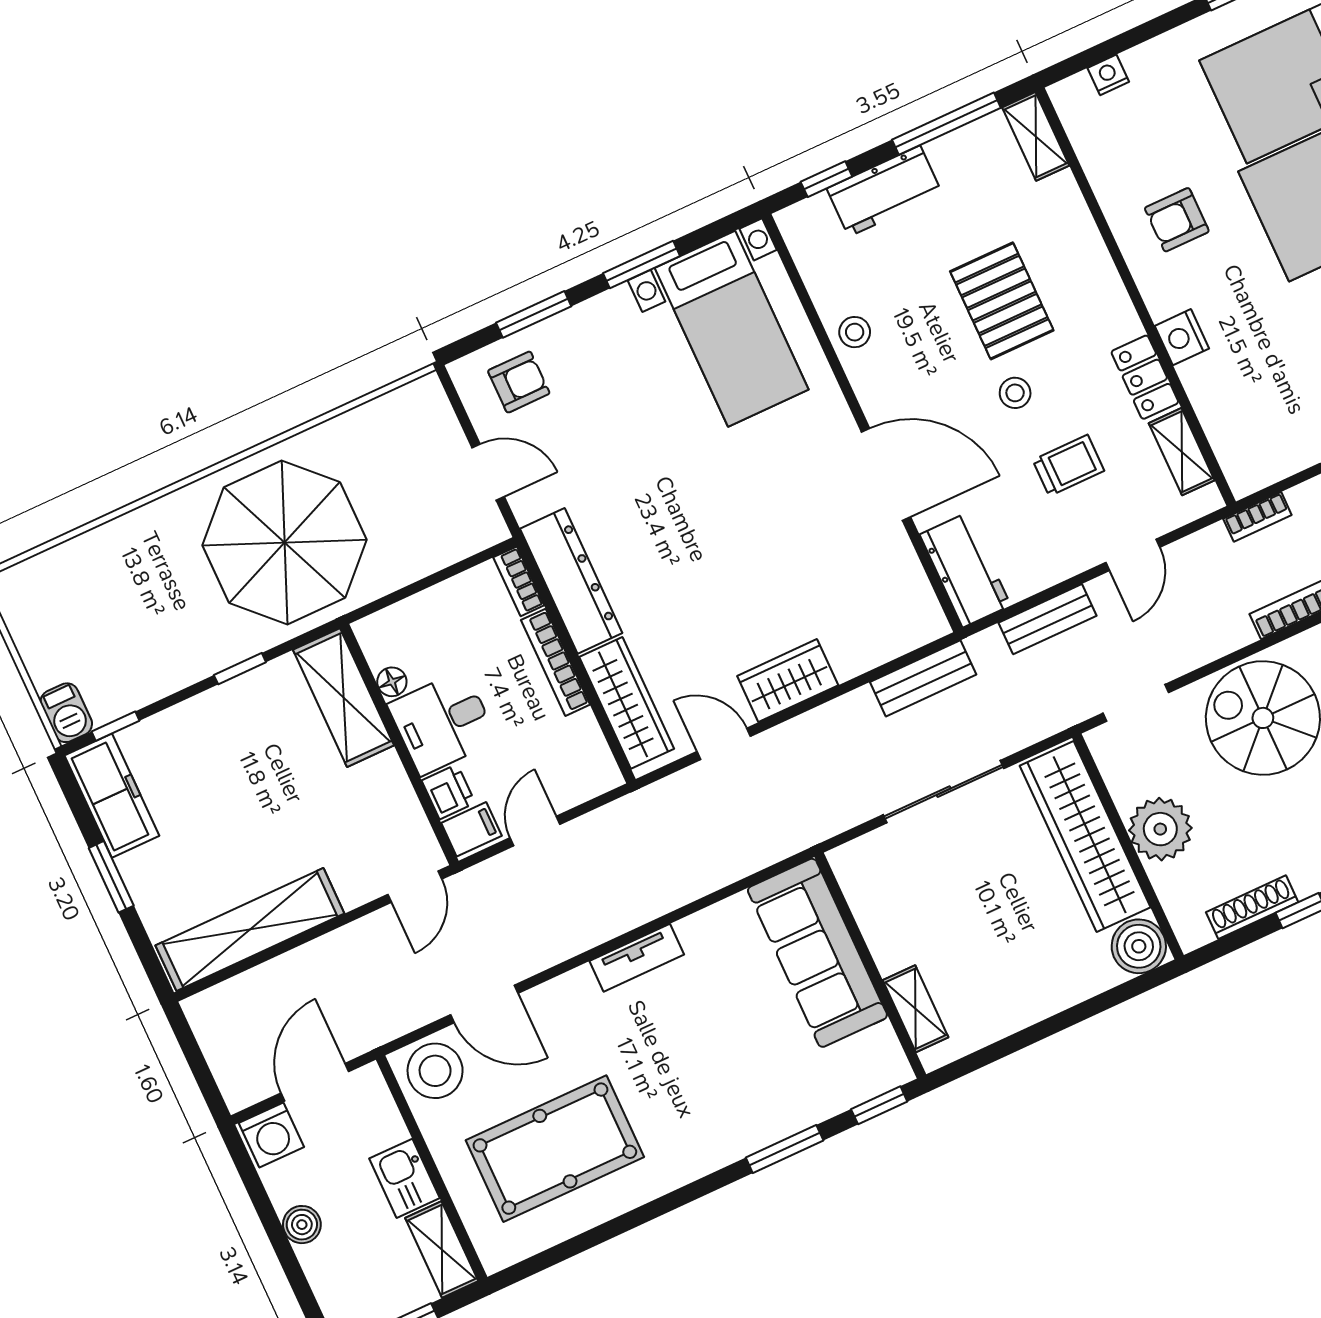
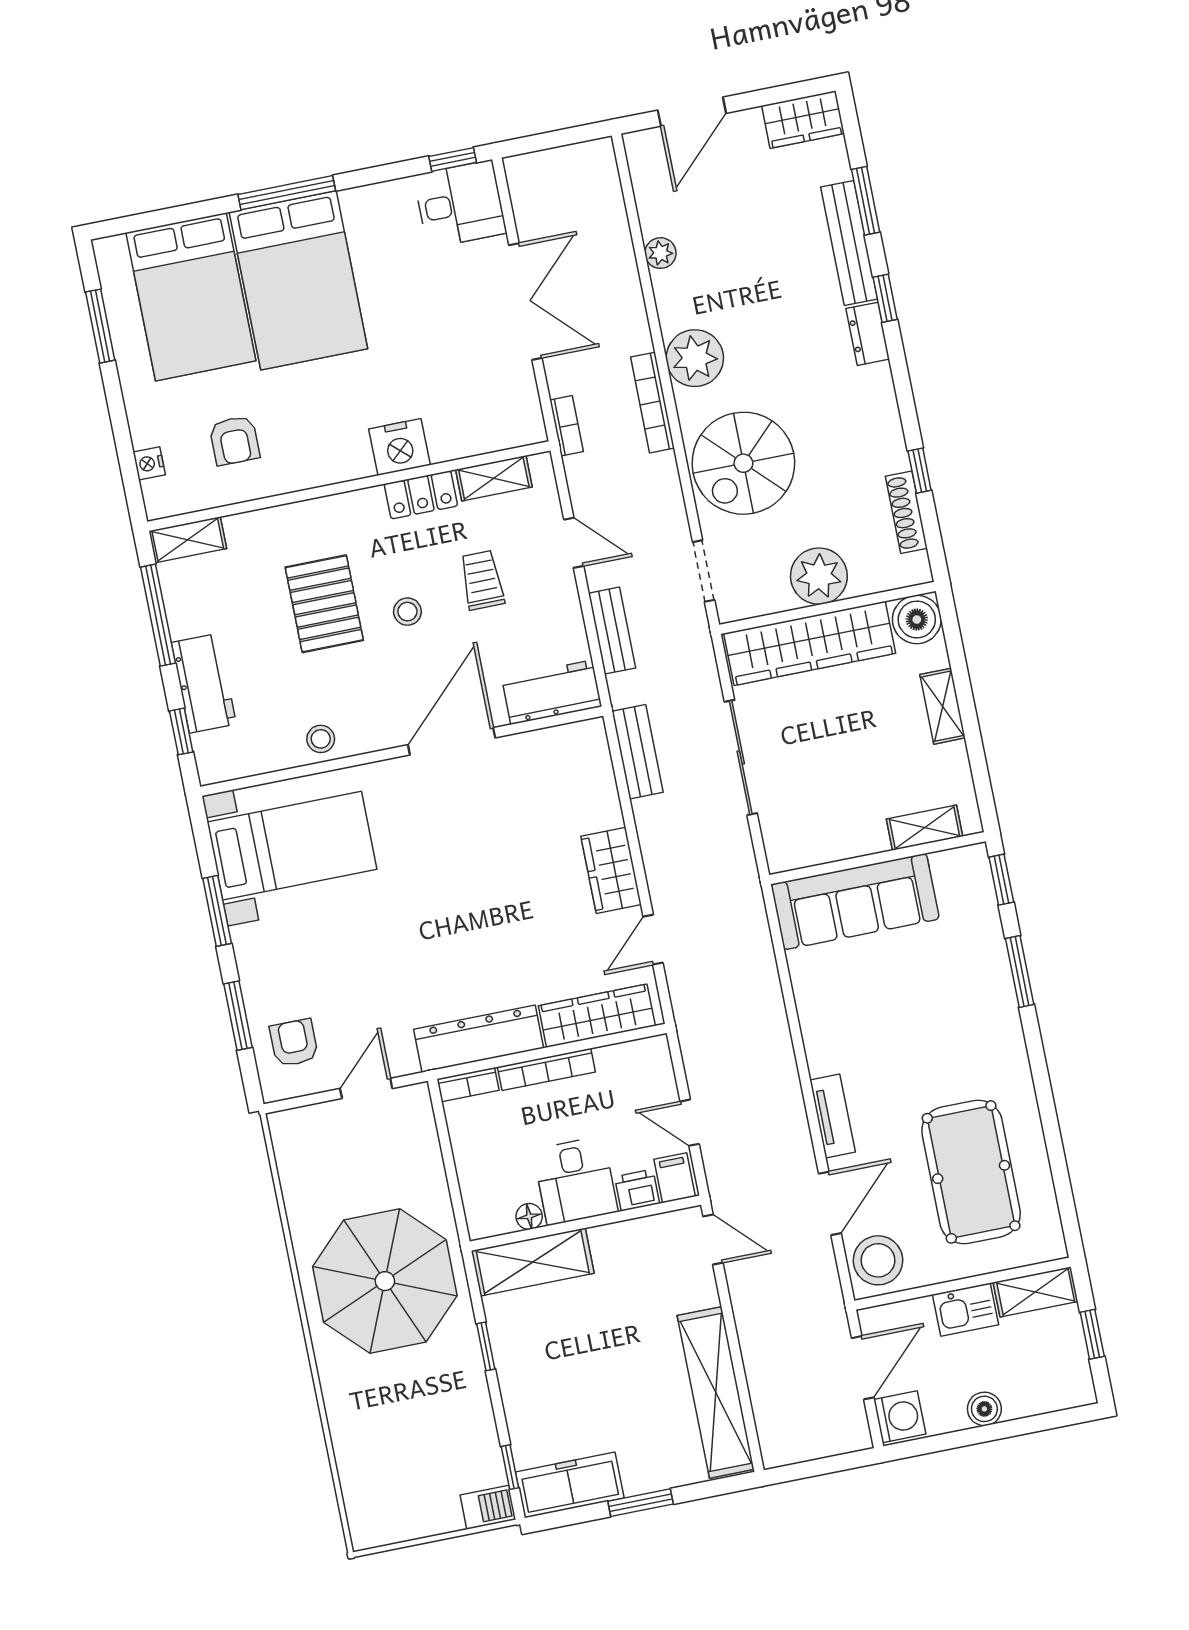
armchair: (1177, 220) -> (234, 440), moved
pallet: (1002, 301) -> (324, 604), turned 90
nightstand: (1182, 337) -> (400, 447), width x1.36, depth x1.33
tv unit: (637, 958) -> (833, 1116), moved
shelving: (1052, 997) -> (943, 706), added
door: (315, 1082) -> (863, 1368), swing flipped

